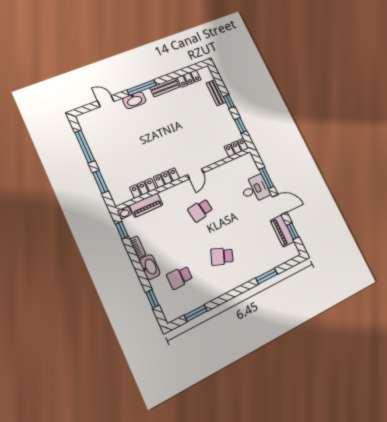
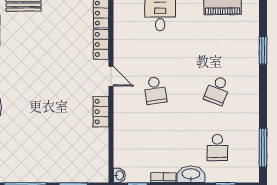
locker: (143, 188) -> (101, 44), moved
piano: (146, 205) -> (122, 148), removed
window: (196, 313) -> (263, 148), width x1.44

